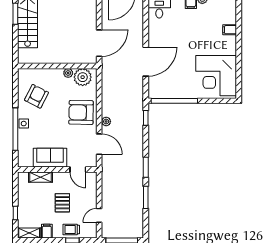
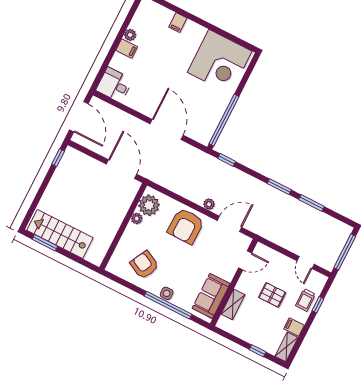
sofa: (50, 158) -> (211, 296), moved

